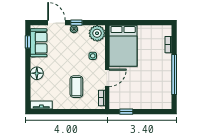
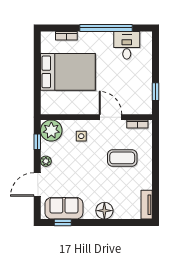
window: (76, 23) -> (37, 142), moved
bed: (123, 46) -> (68, 72), moved
desk: (161, 90) -> (127, 45), added

